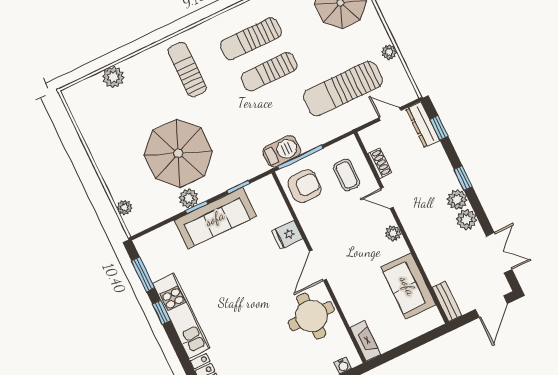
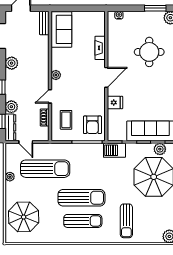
sun lounger: (269, 72) -> (81, 198), width x1.36, depth x1.34
barbecue: (282, 151) -> (114, 150), moved
armchair: (305, 186) -> (92, 125), turned -90
door: (387, 198) -> (50, 96), swing flipped
plant: (457, 200) -> (11, 107), moved
sofa: (408, 286) -> (61, 29), moved
round table: (311, 316) -> (149, 52), moved
fireplace: (365, 341) -> (100, 48), moved

